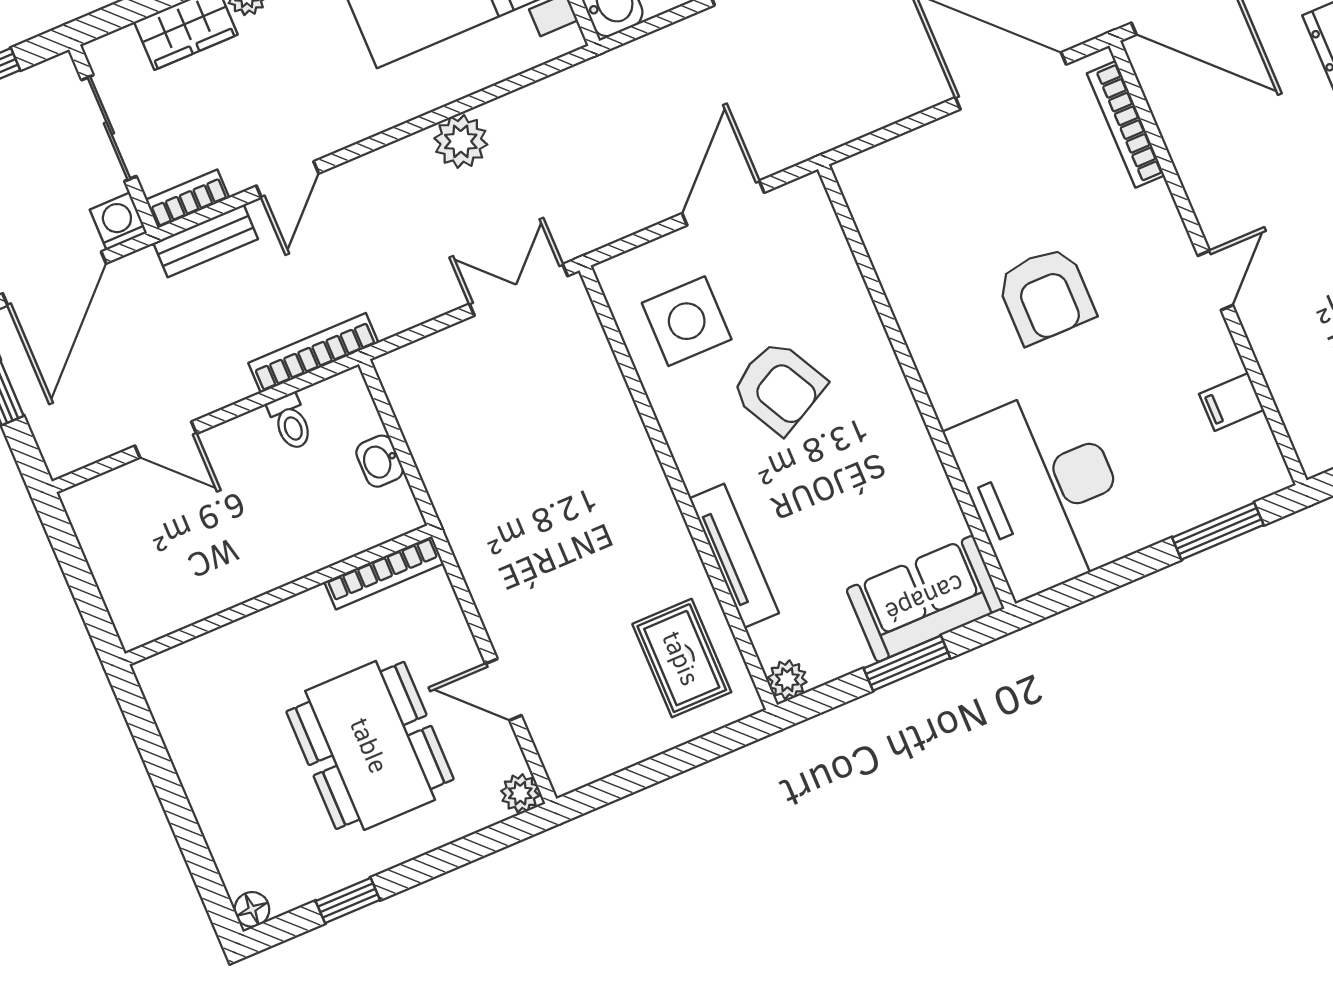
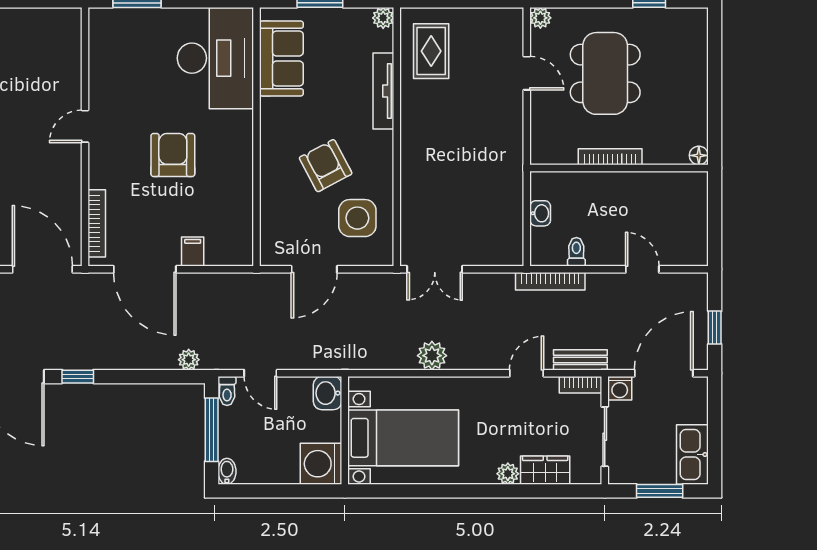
filing cabinet: (1231, 402) -> (193, 252), moved, turned -90
bookcase: (384, 573) -> (610, 157), moved
sofa: (925, 599) -> (281, 59), moved, turned -90
floor lamp: (252, 909) -> (699, 155), moved

